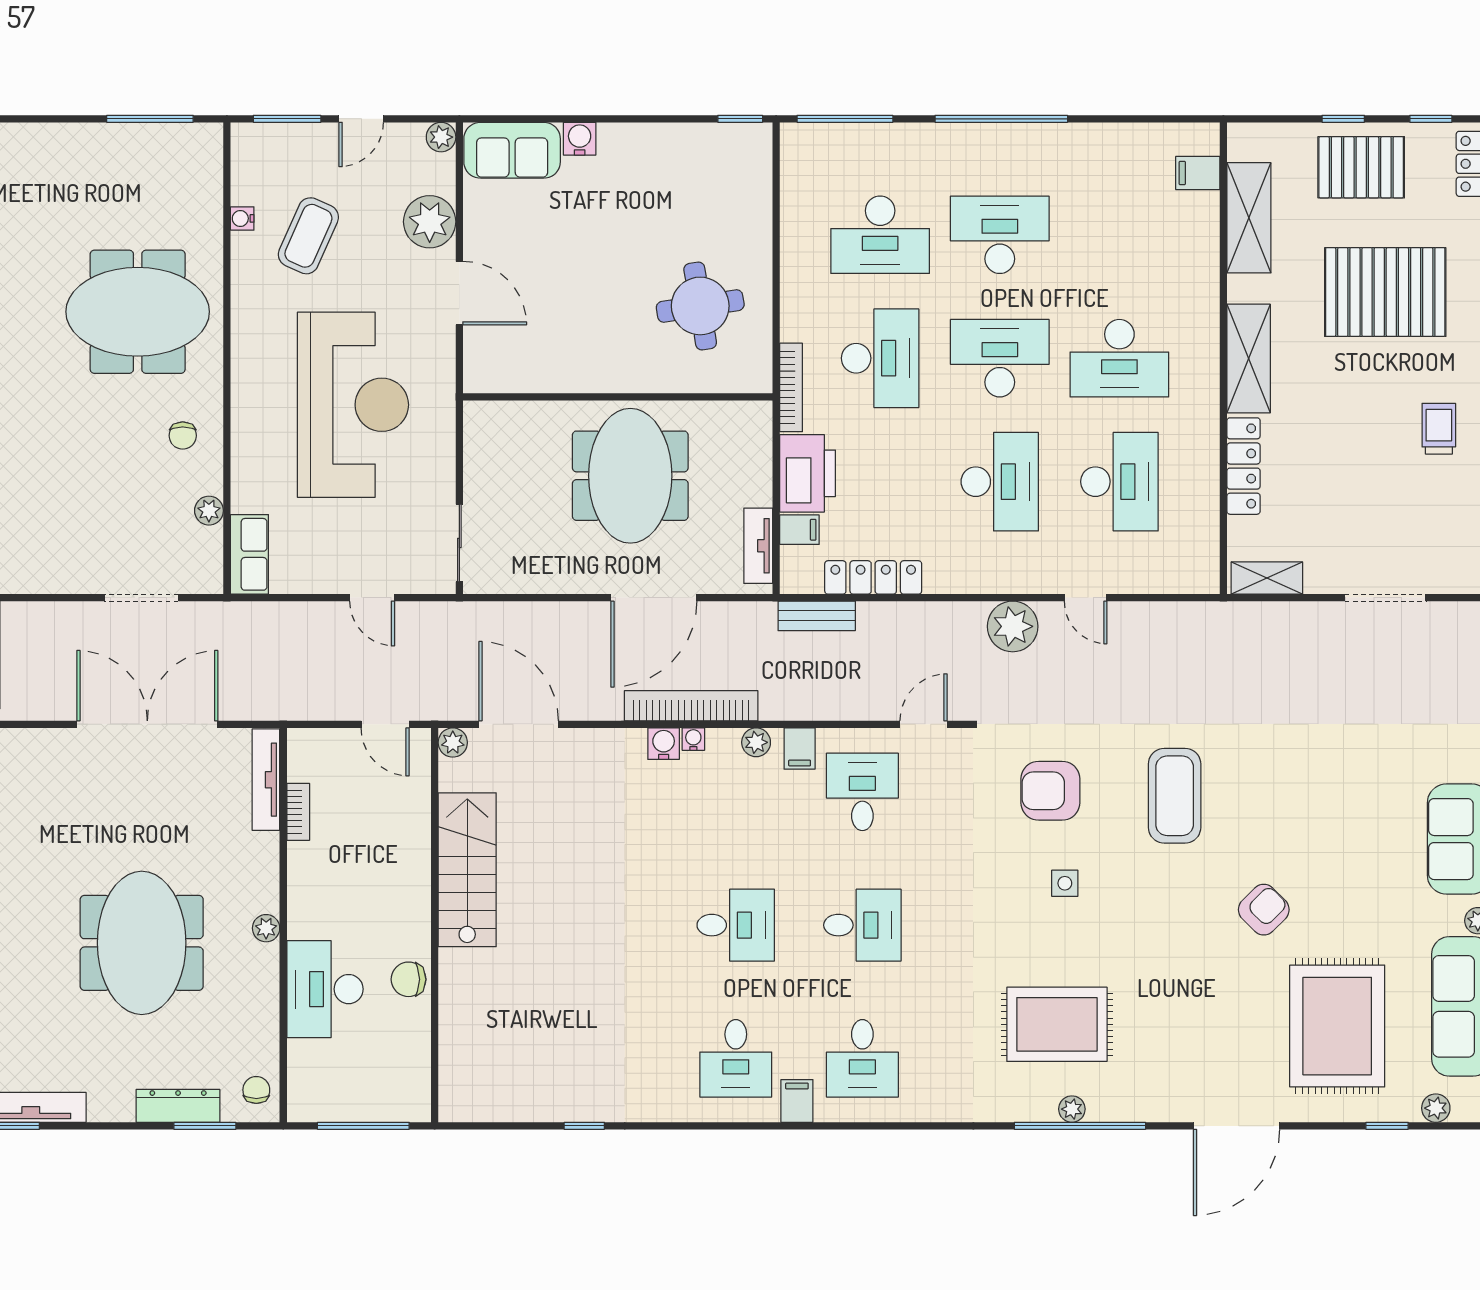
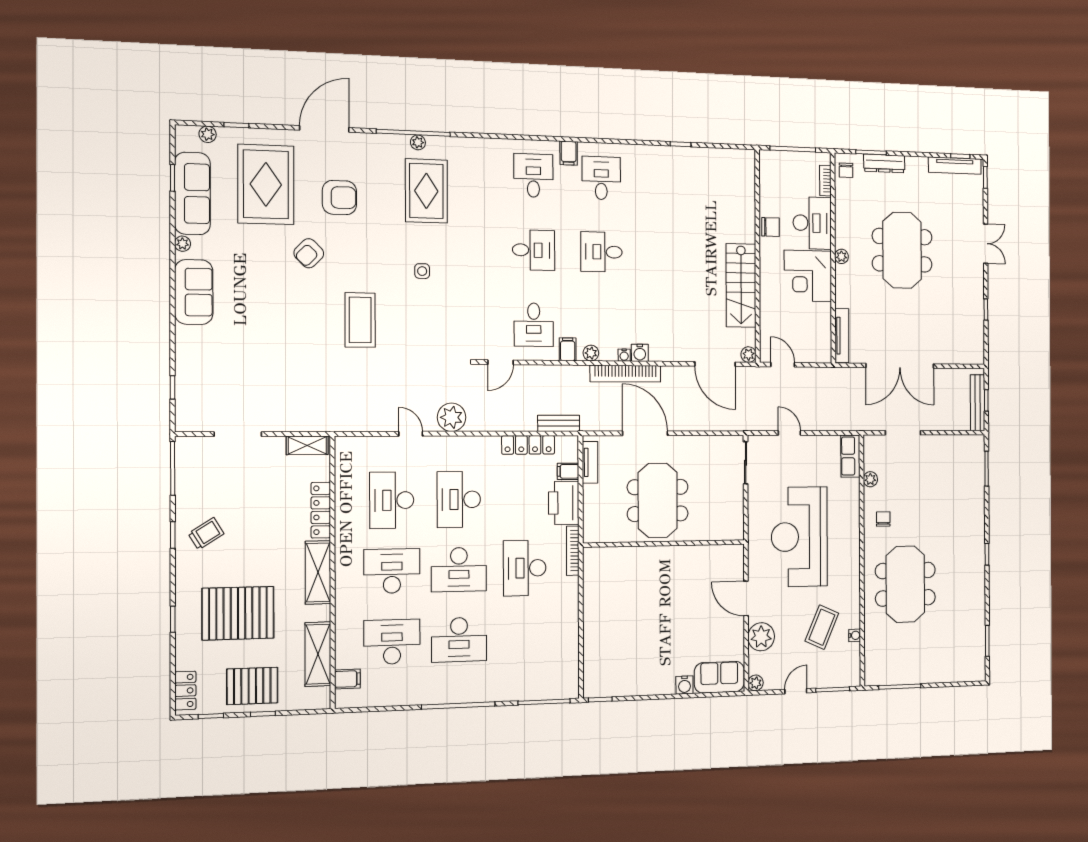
desk: (880, 235) -> (392, 642), moved
round table: (700, 306) -> (621, 595), removed
meeting table: (138, 312) -> (905, 584), turned 90
trolley: (1439, 429) -> (206, 534), turned -122
door: (654, 598) -> (645, 433), hinge flipped
armchair: (1050, 791) -> (339, 198), moved
bookcase: (298, 812) -> (825, 181), moved
corner desk: (334, 890) -> (808, 276), added
desk: (862, 925) -> (534, 250), turned 180
rug: (1057, 1024) -> (426, 191), turned 90

